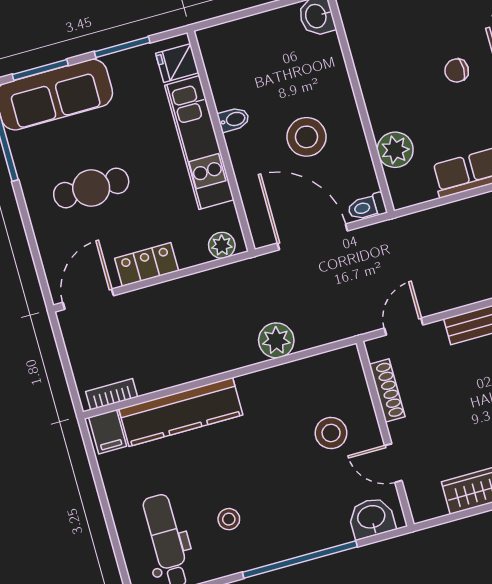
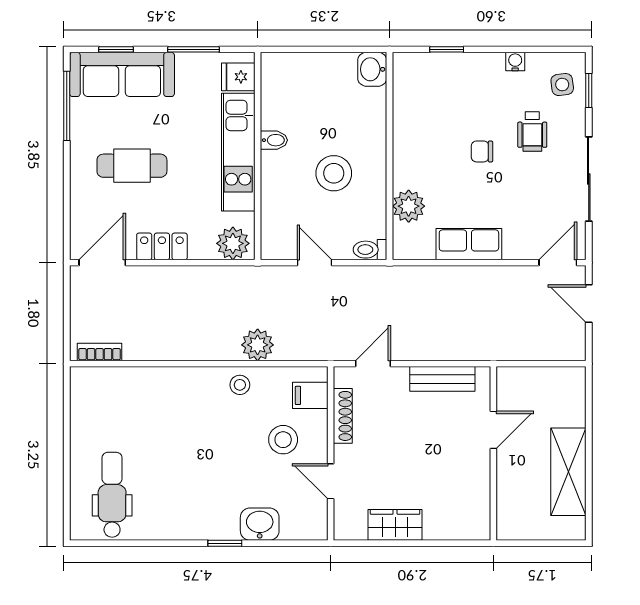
window: (40, 70) -> (116, 49), width x0.67
door: (312, 237) -> (315, 263), width x0.53
plant: (222, 245) -> (233, 243), width x1.38, depth x1.38
kitchen counter: (181, 412) -> (156, 384), removed
filing cabinet: (108, 432) -> (310, 395), moved, turned 90
washbasin: (372, 518) -> (260, 524), moved
stool: (229, 519) -> (240, 385), moved
window: (300, 559) -> (225, 543), width x0.32

